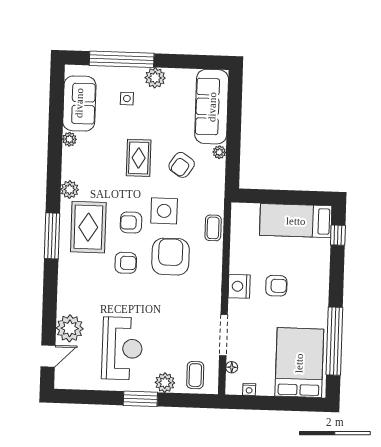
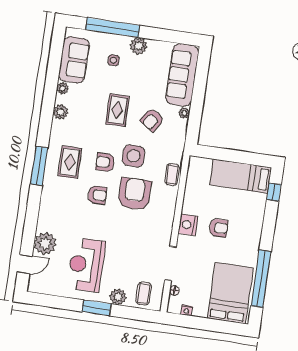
plant: (70, 189) -> (61, 112), moved
rug: (88, 227) -> (70, 162), width x0.73, depth x0.70
reception desk: (122, 348) -> (86, 265), turned 180

